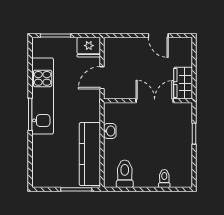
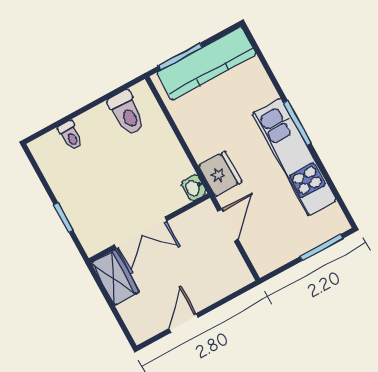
door: (158, 35) -> (184, 323), hinge flipped
fridge: (89, 47) -> (220, 174), moved, turned 90
washbasin: (110, 131) -> (194, 188), moved
kitchen counter: (90, 154) -> (207, 63), moved, turned 90

